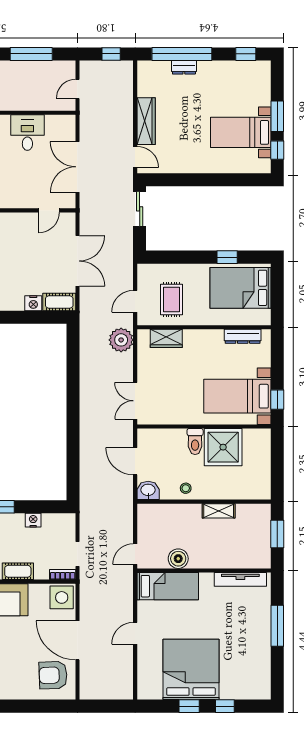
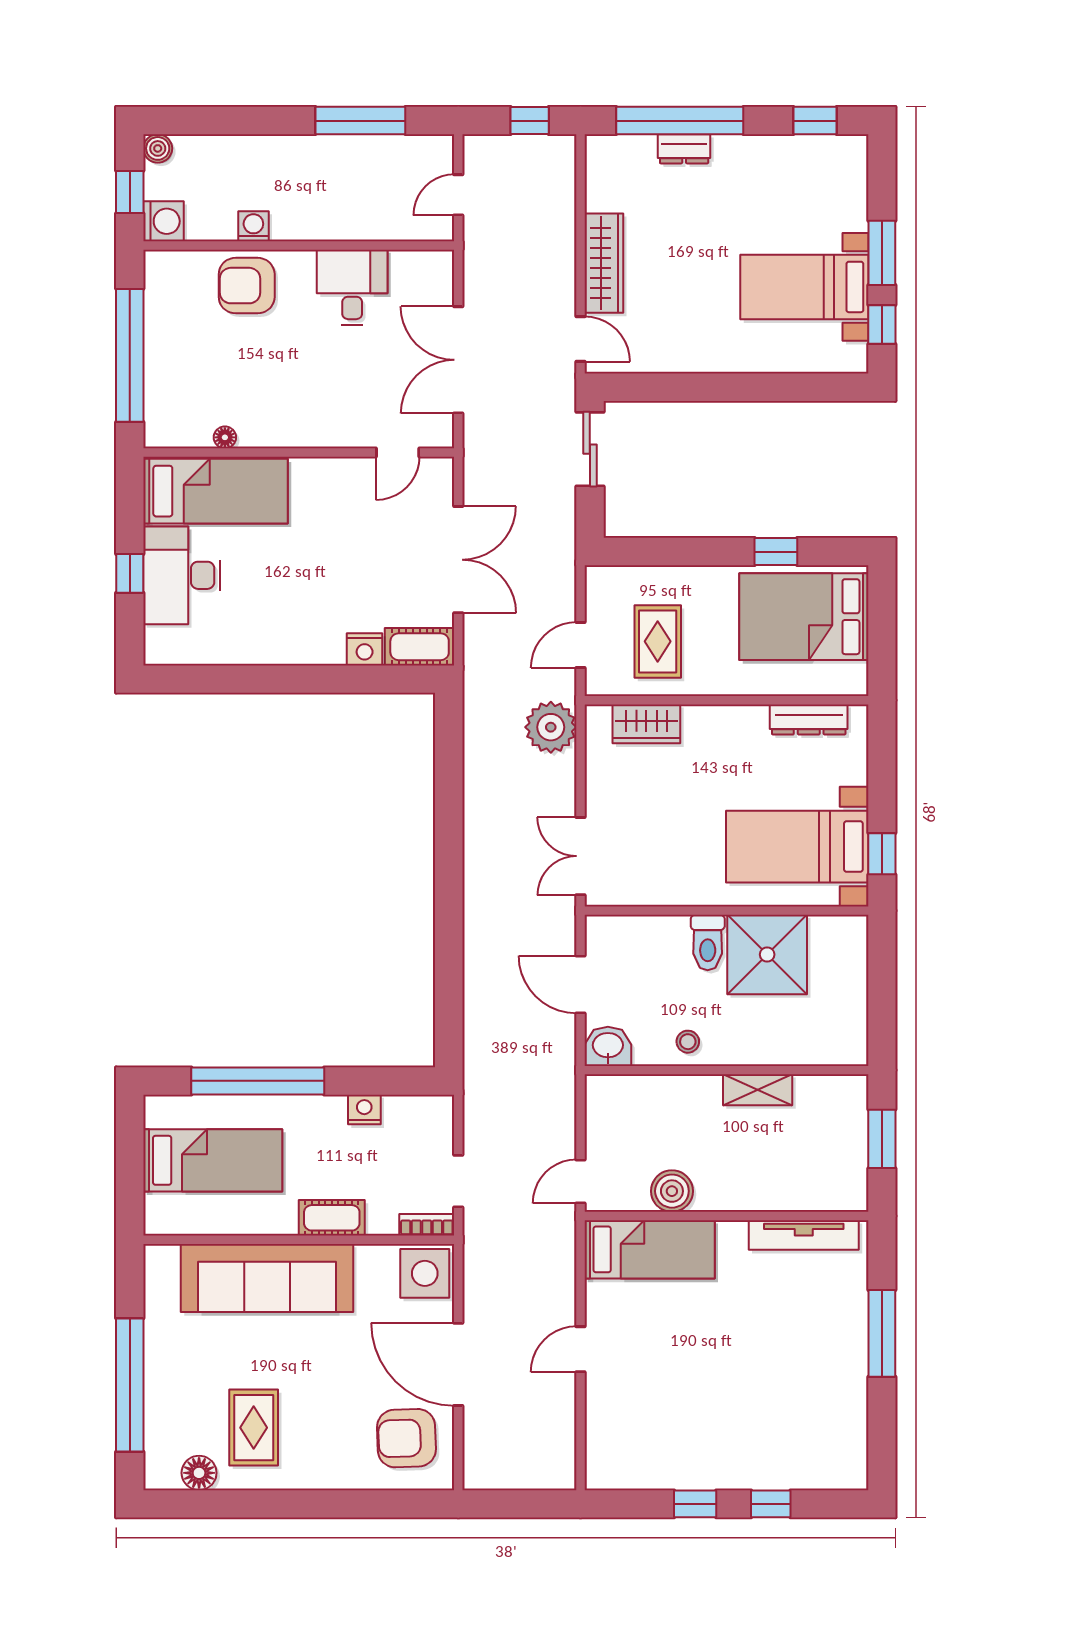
bed: (191, 669) -> (699, 1426), removed

